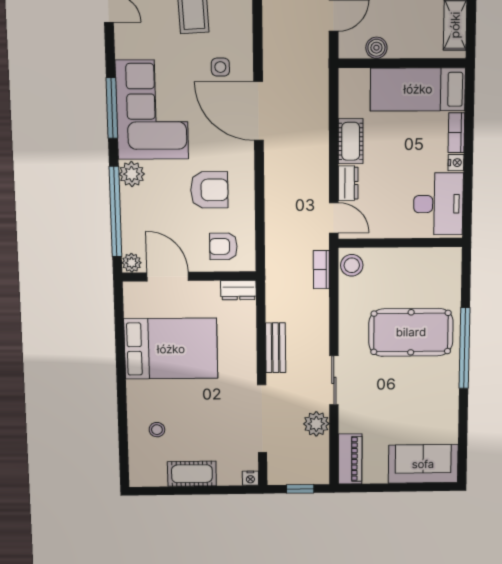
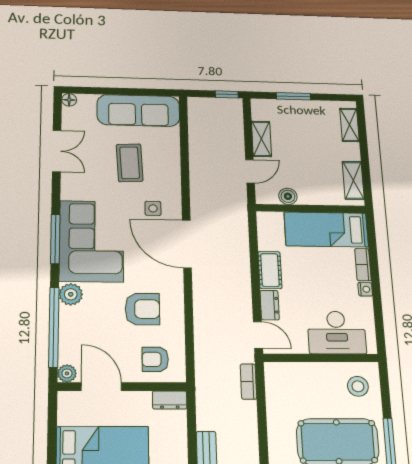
desk: (438, 204) -> (337, 333), moved, turned 90
stool: (352, 265) -> (358, 386), moved

